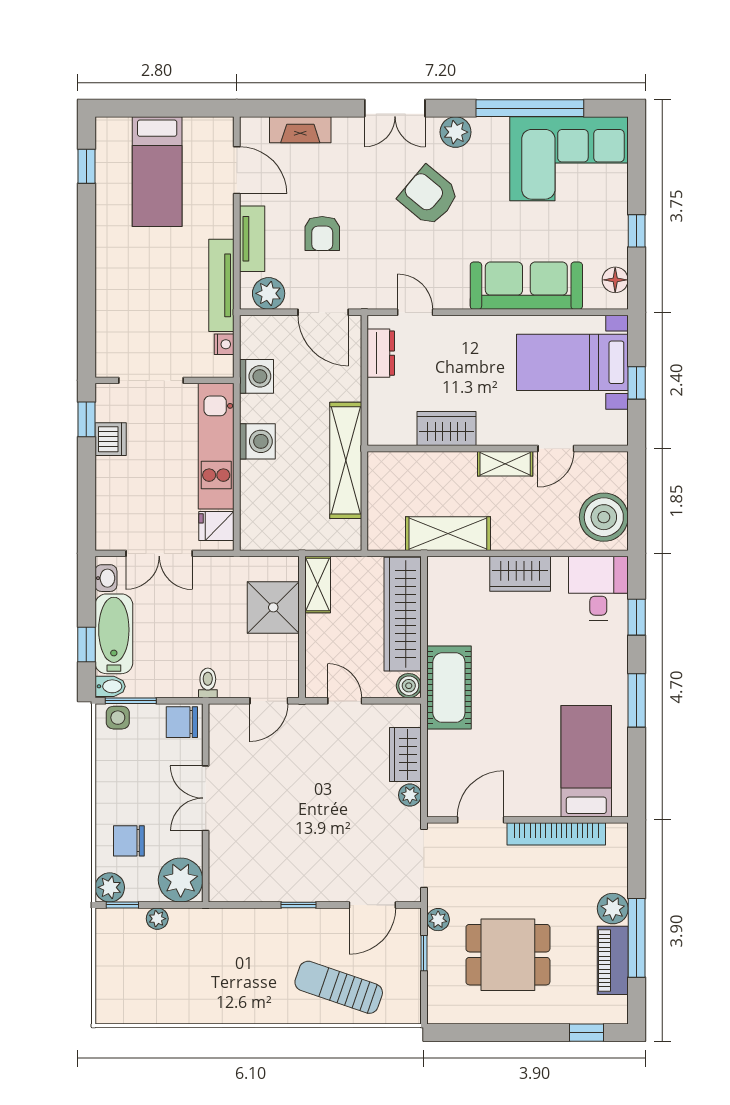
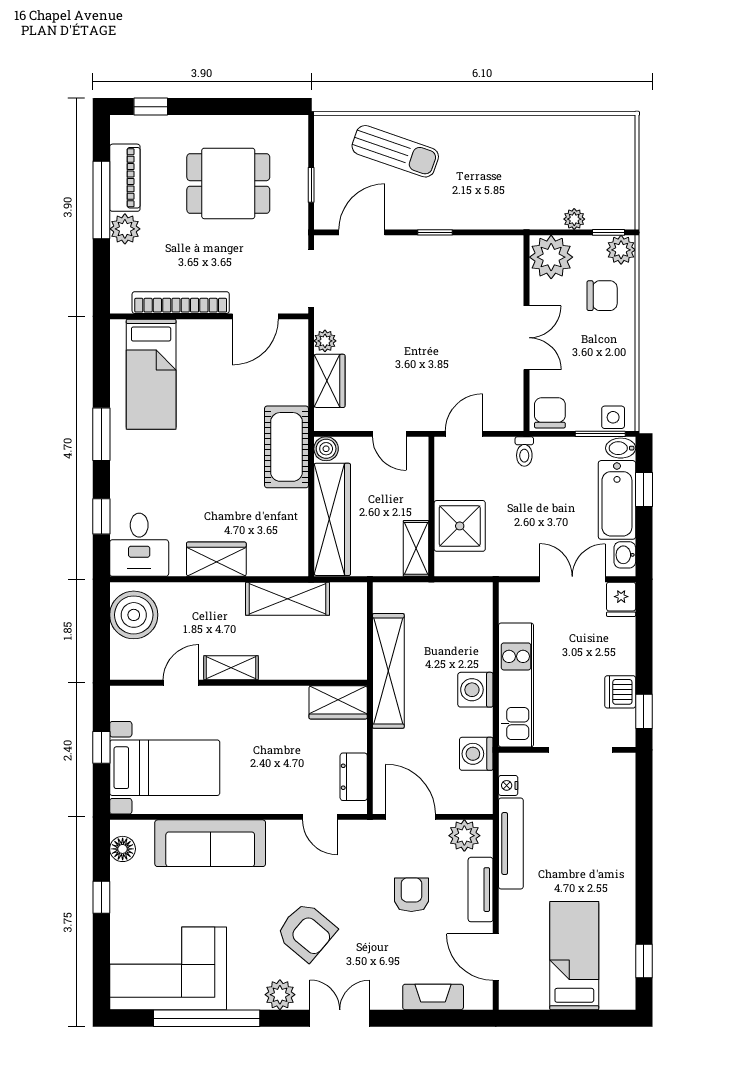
wardrobe: (447, 429) -> (338, 702), moved
fridge: (216, 526) -> (621, 599), moved, turned 90
chair: (182, 722) -> (550, 413), turned -90
plant: (438, 920) -> (297, 218), removed

